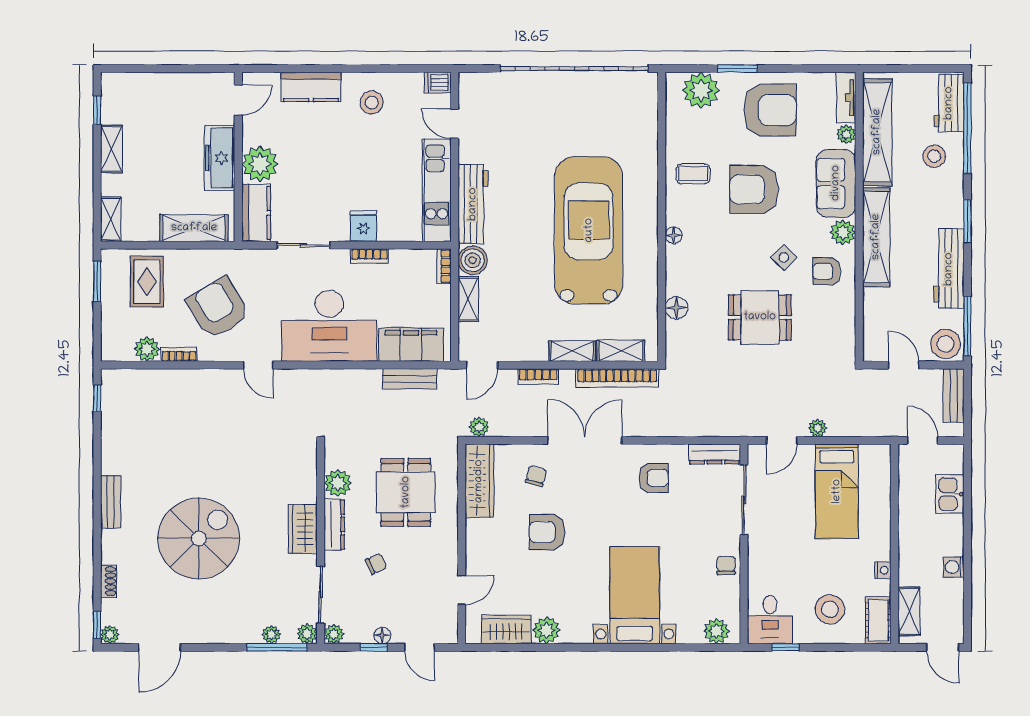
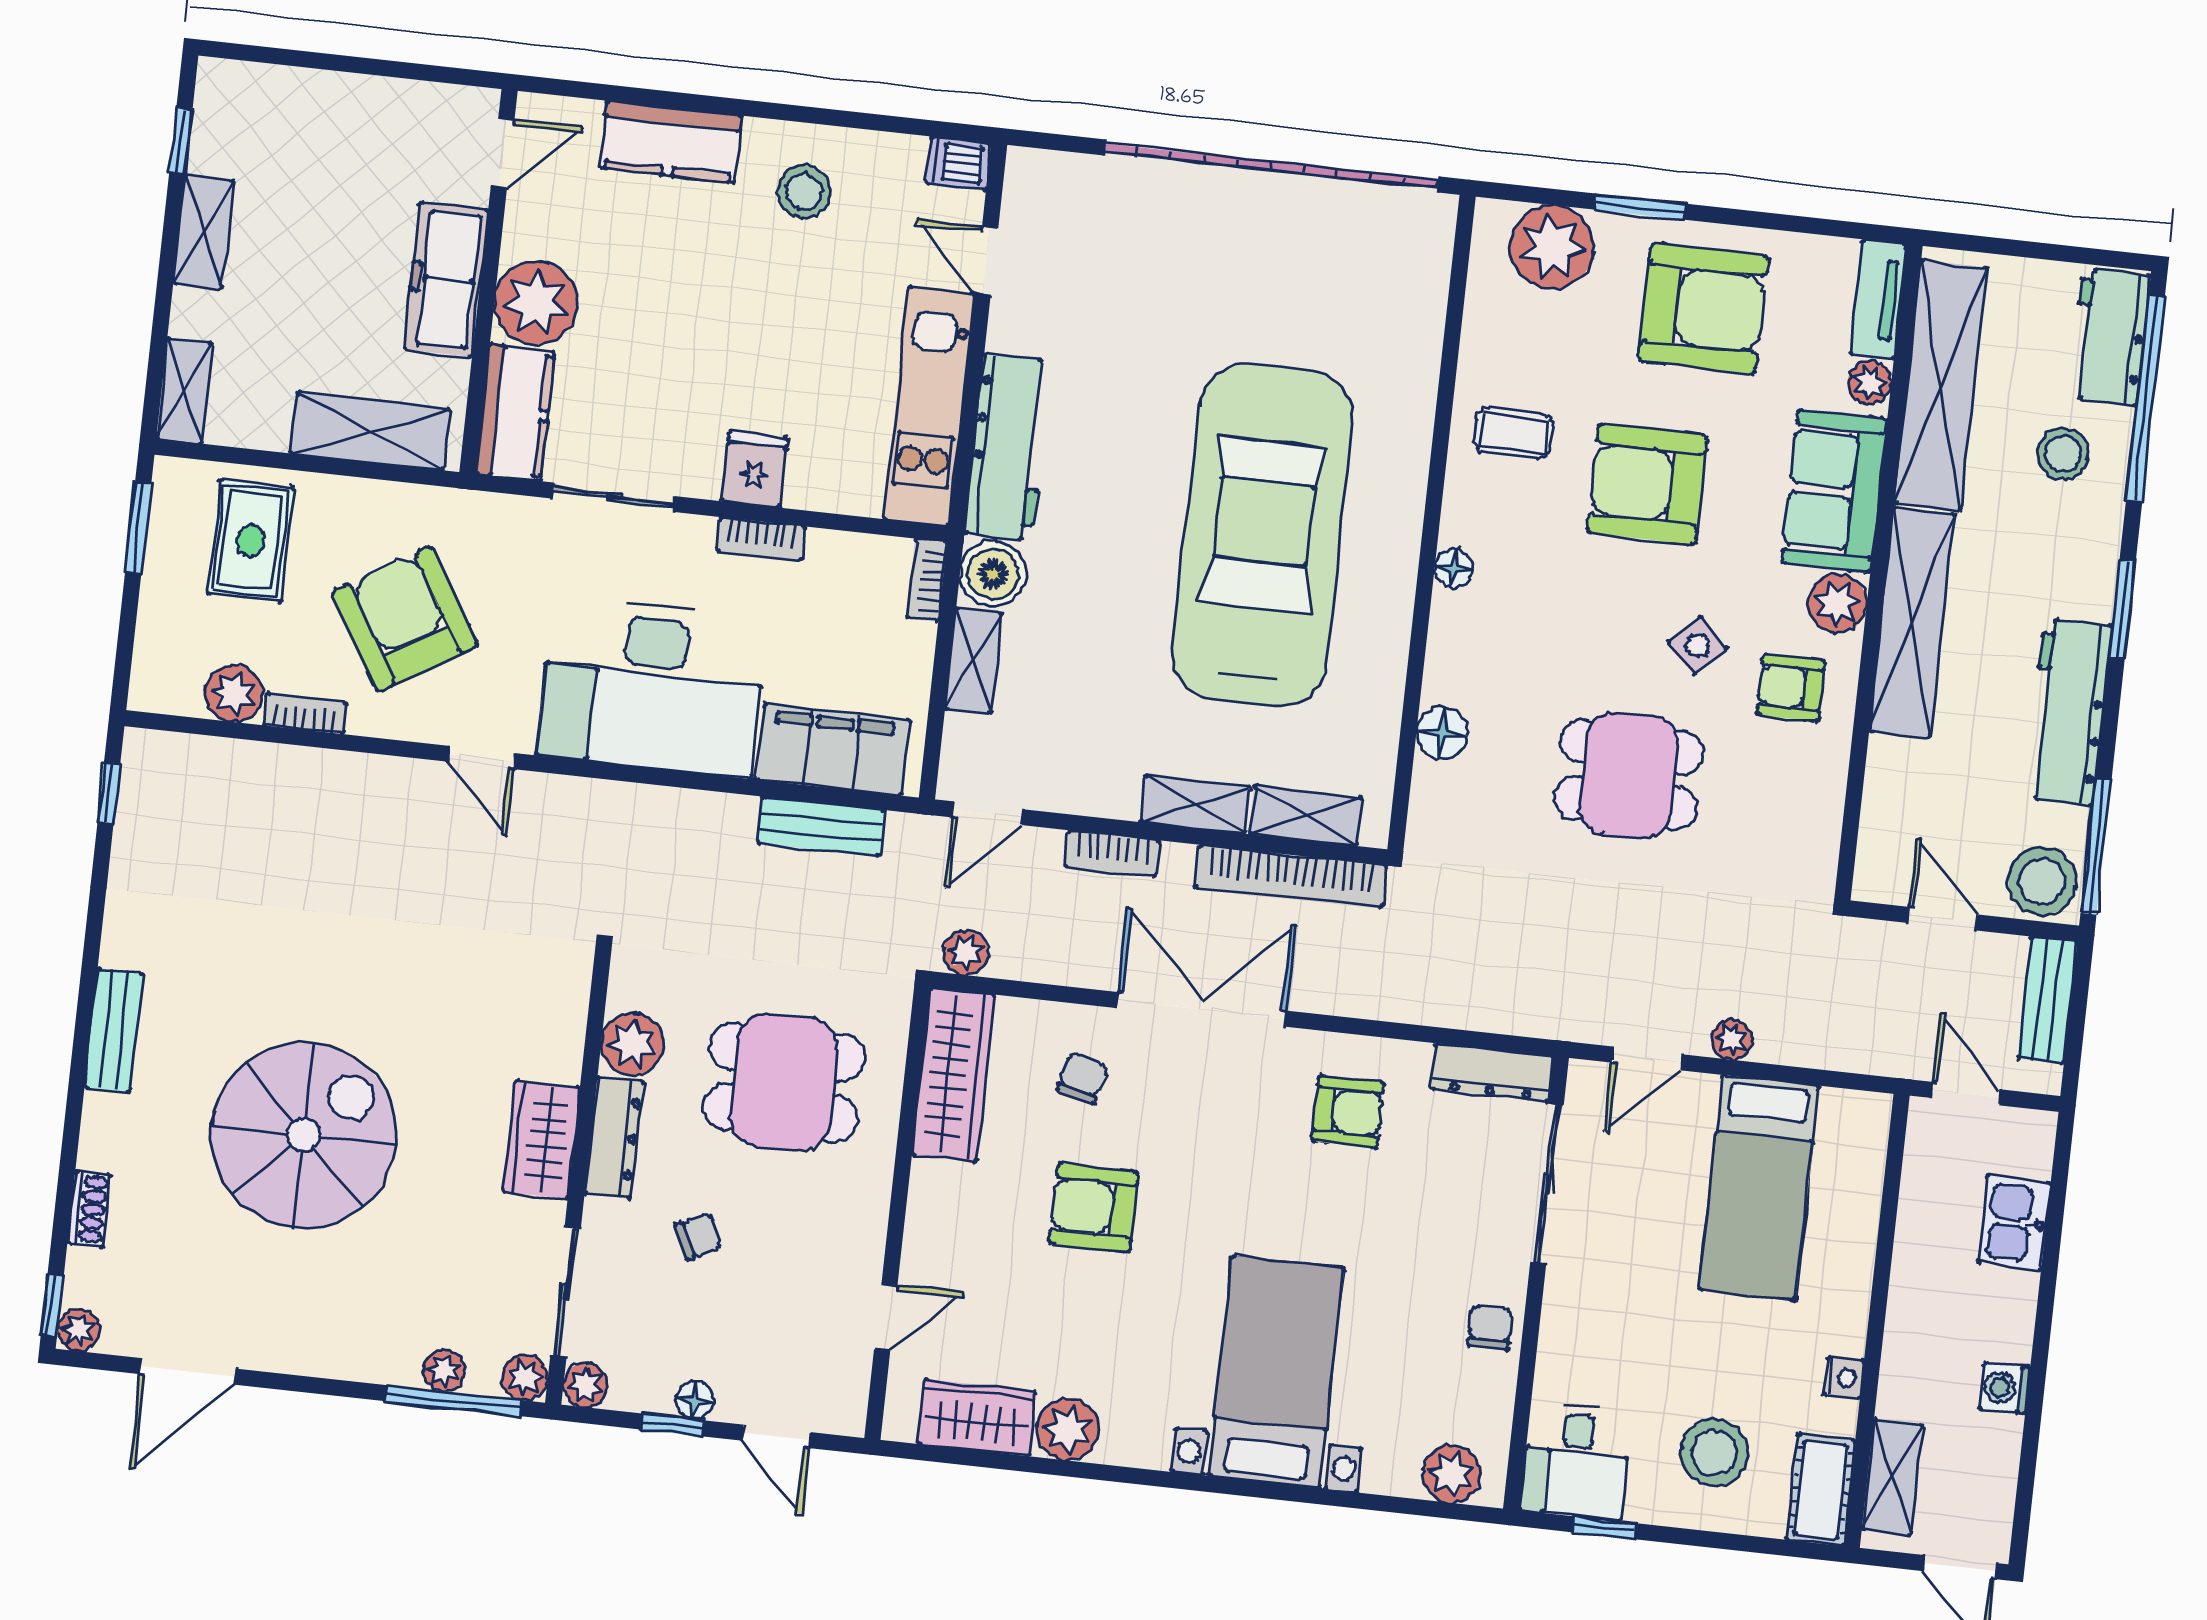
dining table: (406, 492) -> (784, 1082), turned 90

